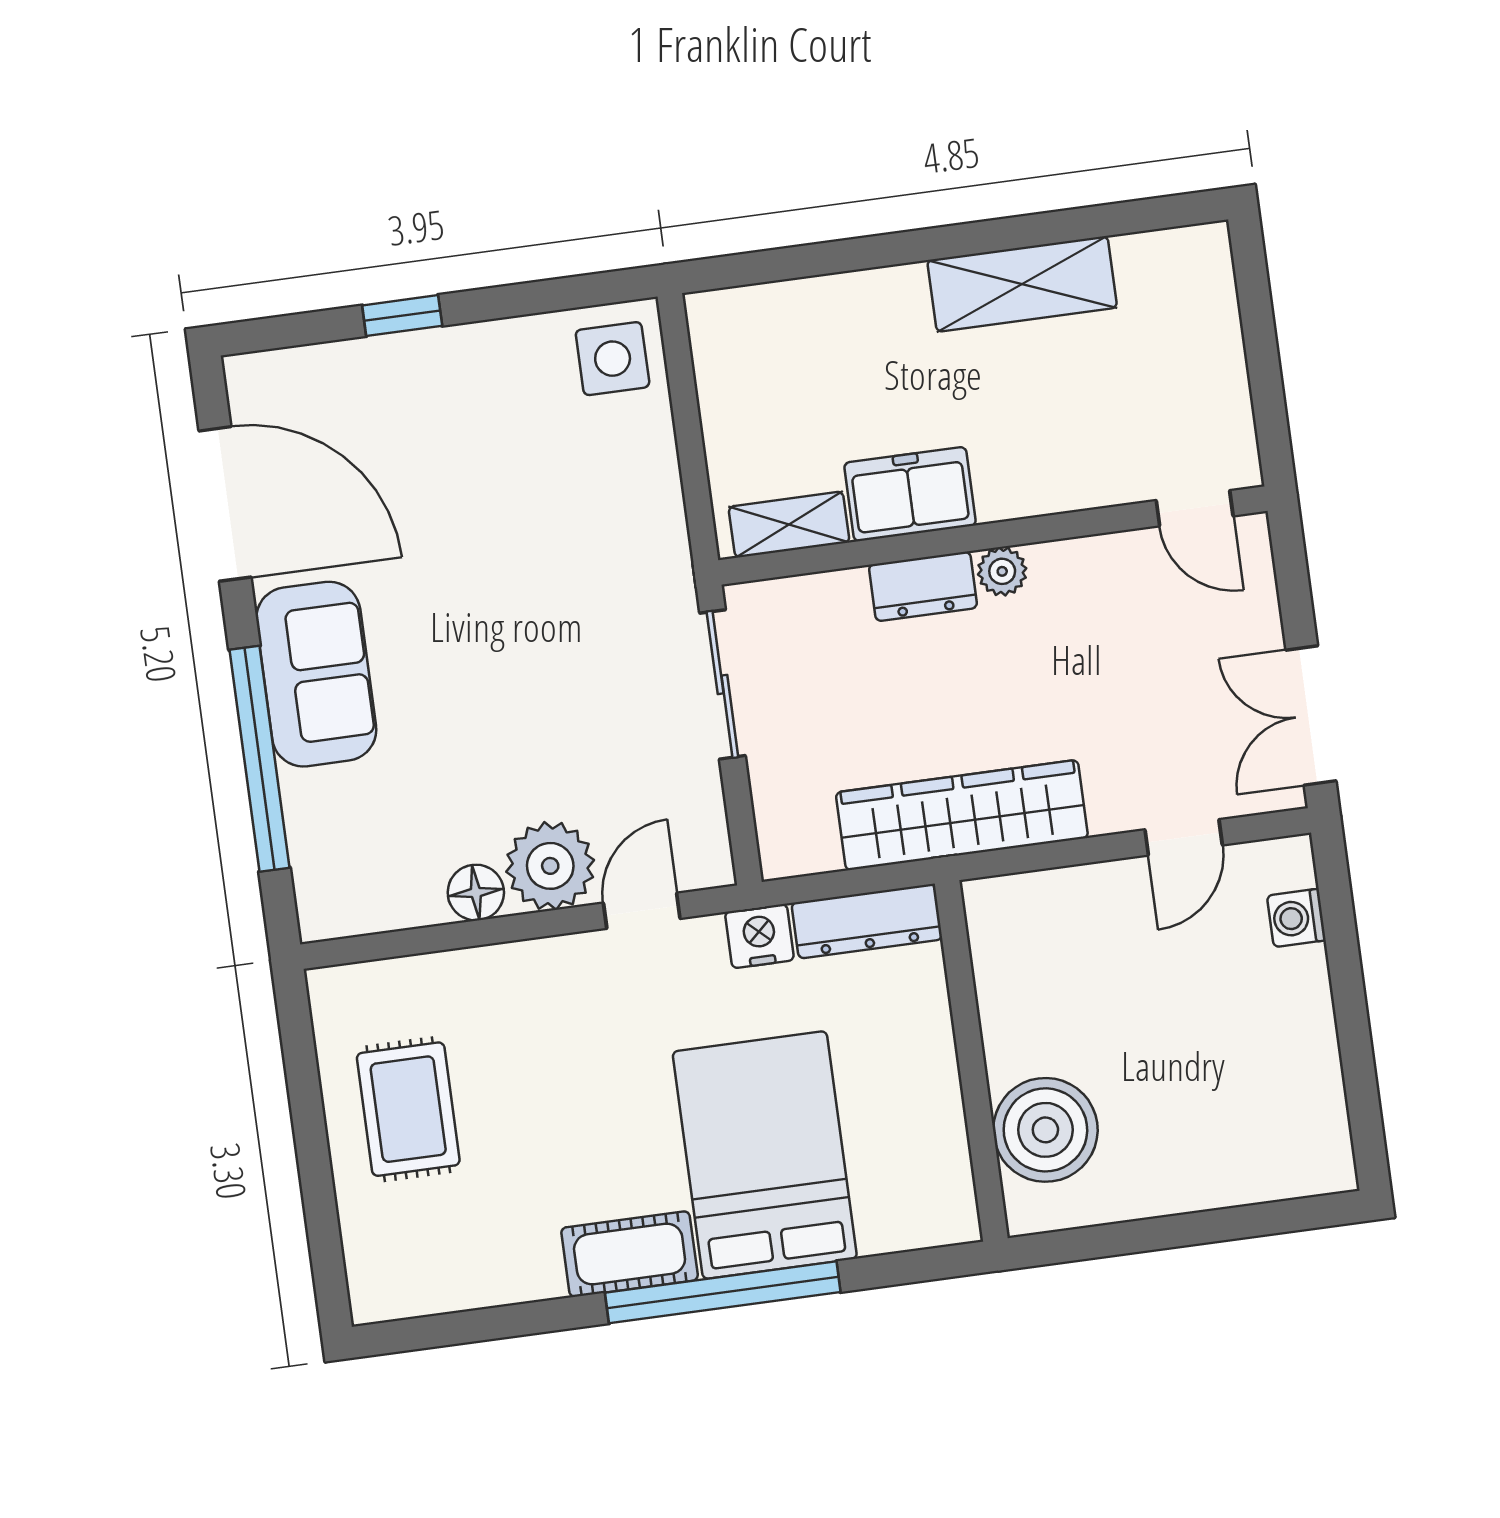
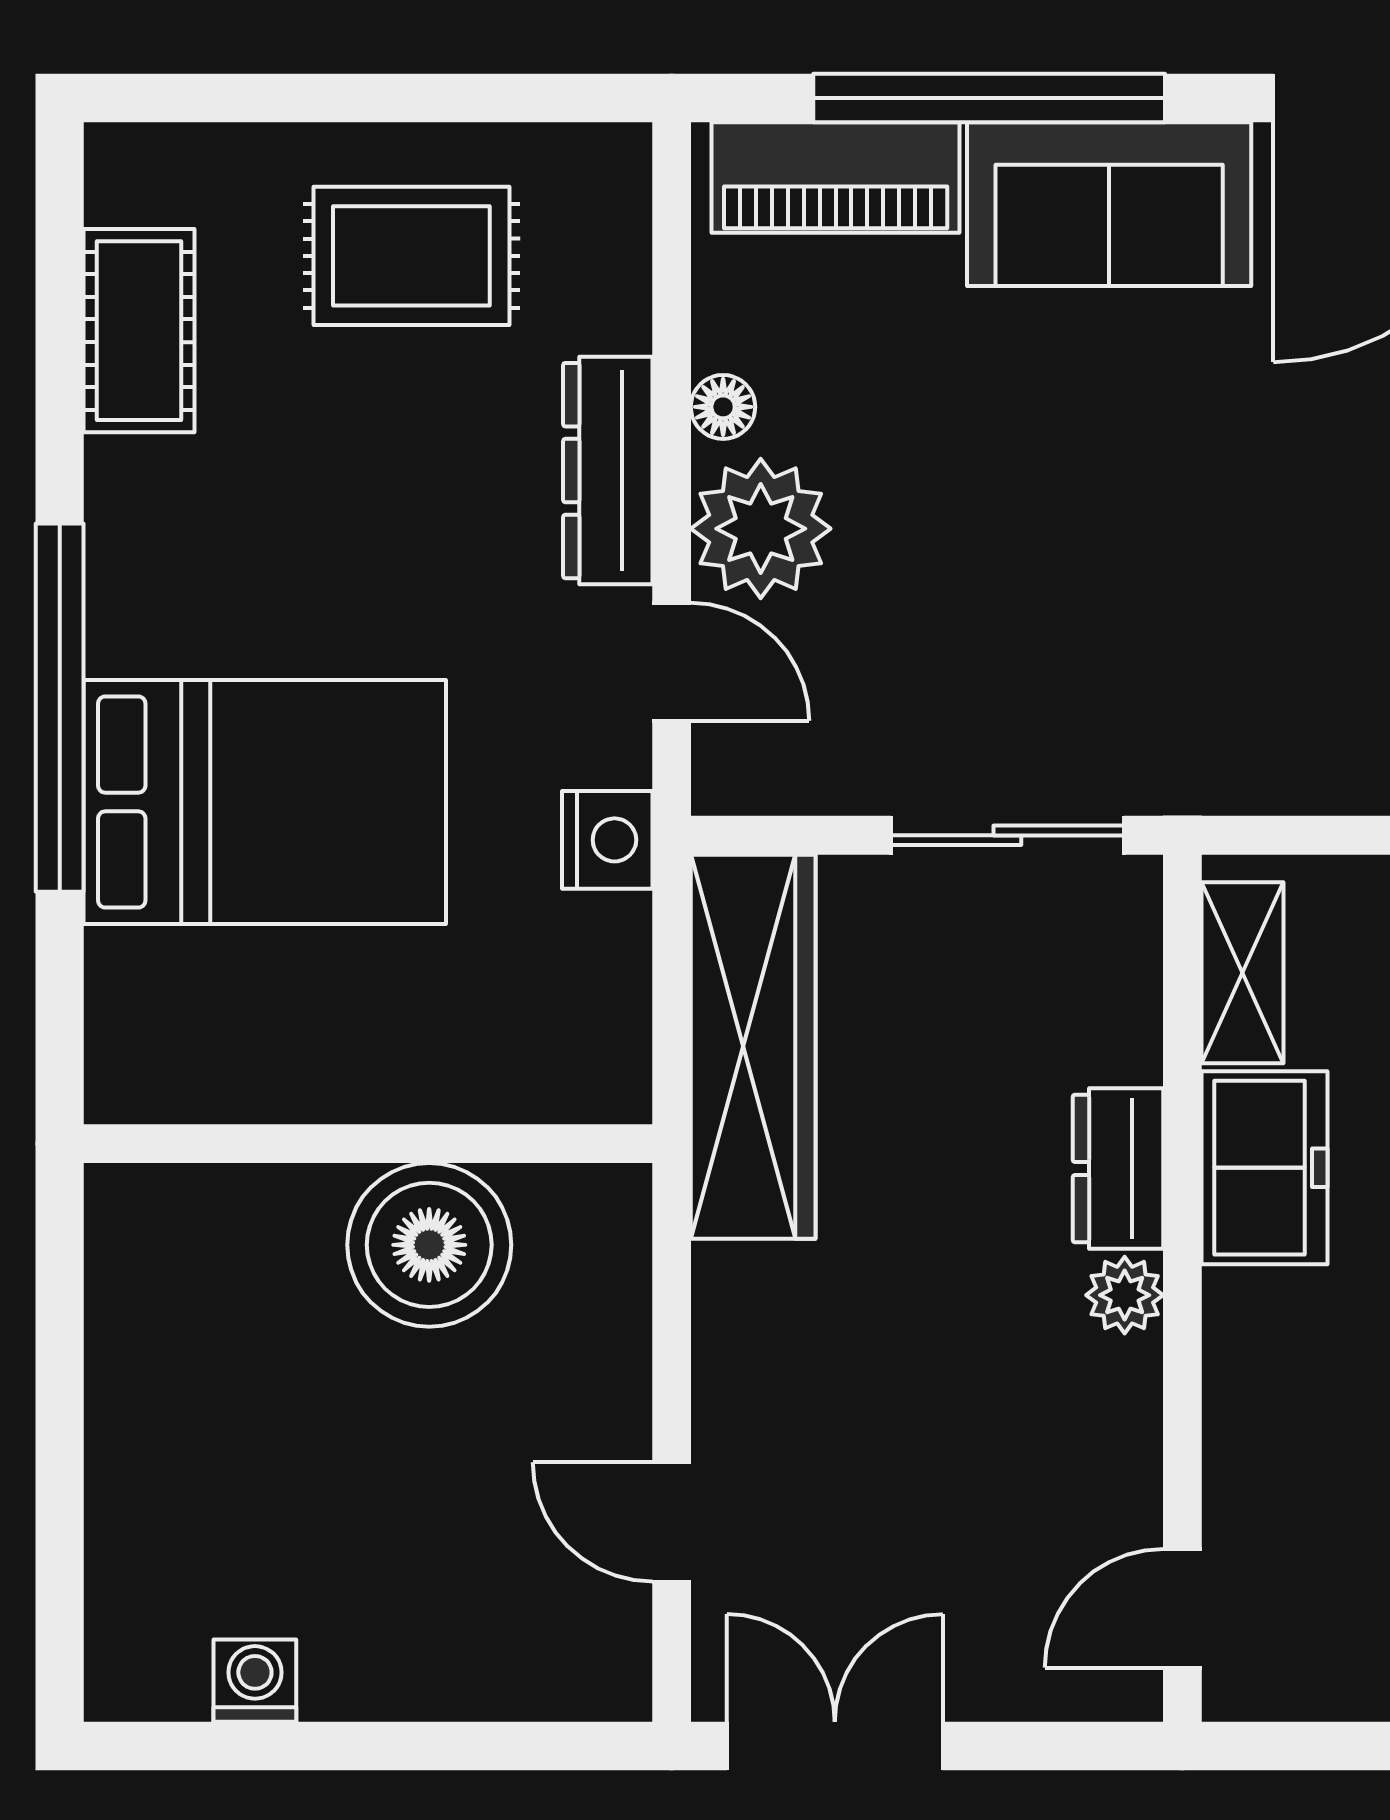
wardrobe: (962, 815) -> (753, 1047), moved
piano: (323, 849) -> (836, 177), added
floor lamp: (476, 893) -> (723, 407), width x0.73, depth x0.73
washing machine: (1296, 918) -> (255, 1681), moved
dresser: (867, 921) -> (608, 471), moved
boiler: (1045, 1130) -> (429, 1245), moved
cot: (630, 1254) -> (139, 331), moved

